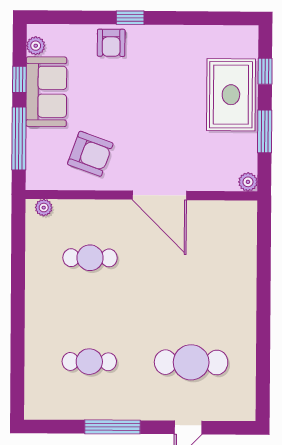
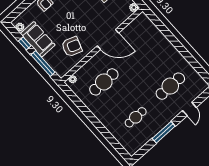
cafe table: (90, 258) -> (104, 82), width x1.37, depth x1.35

